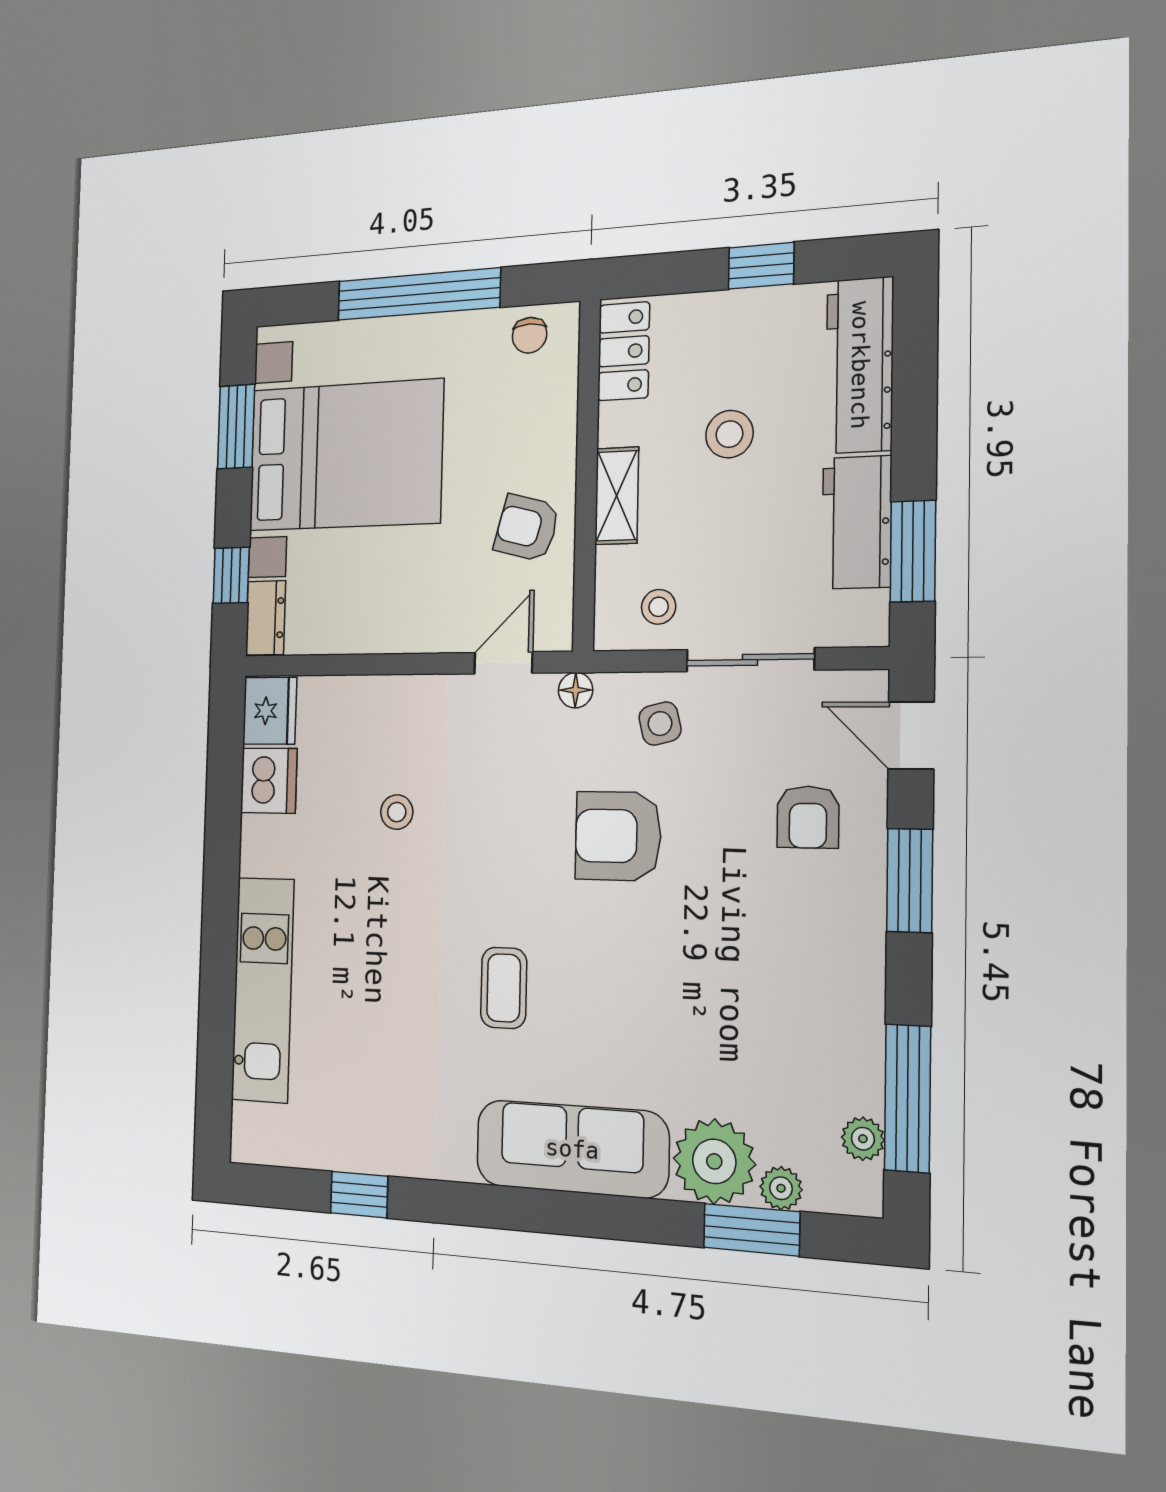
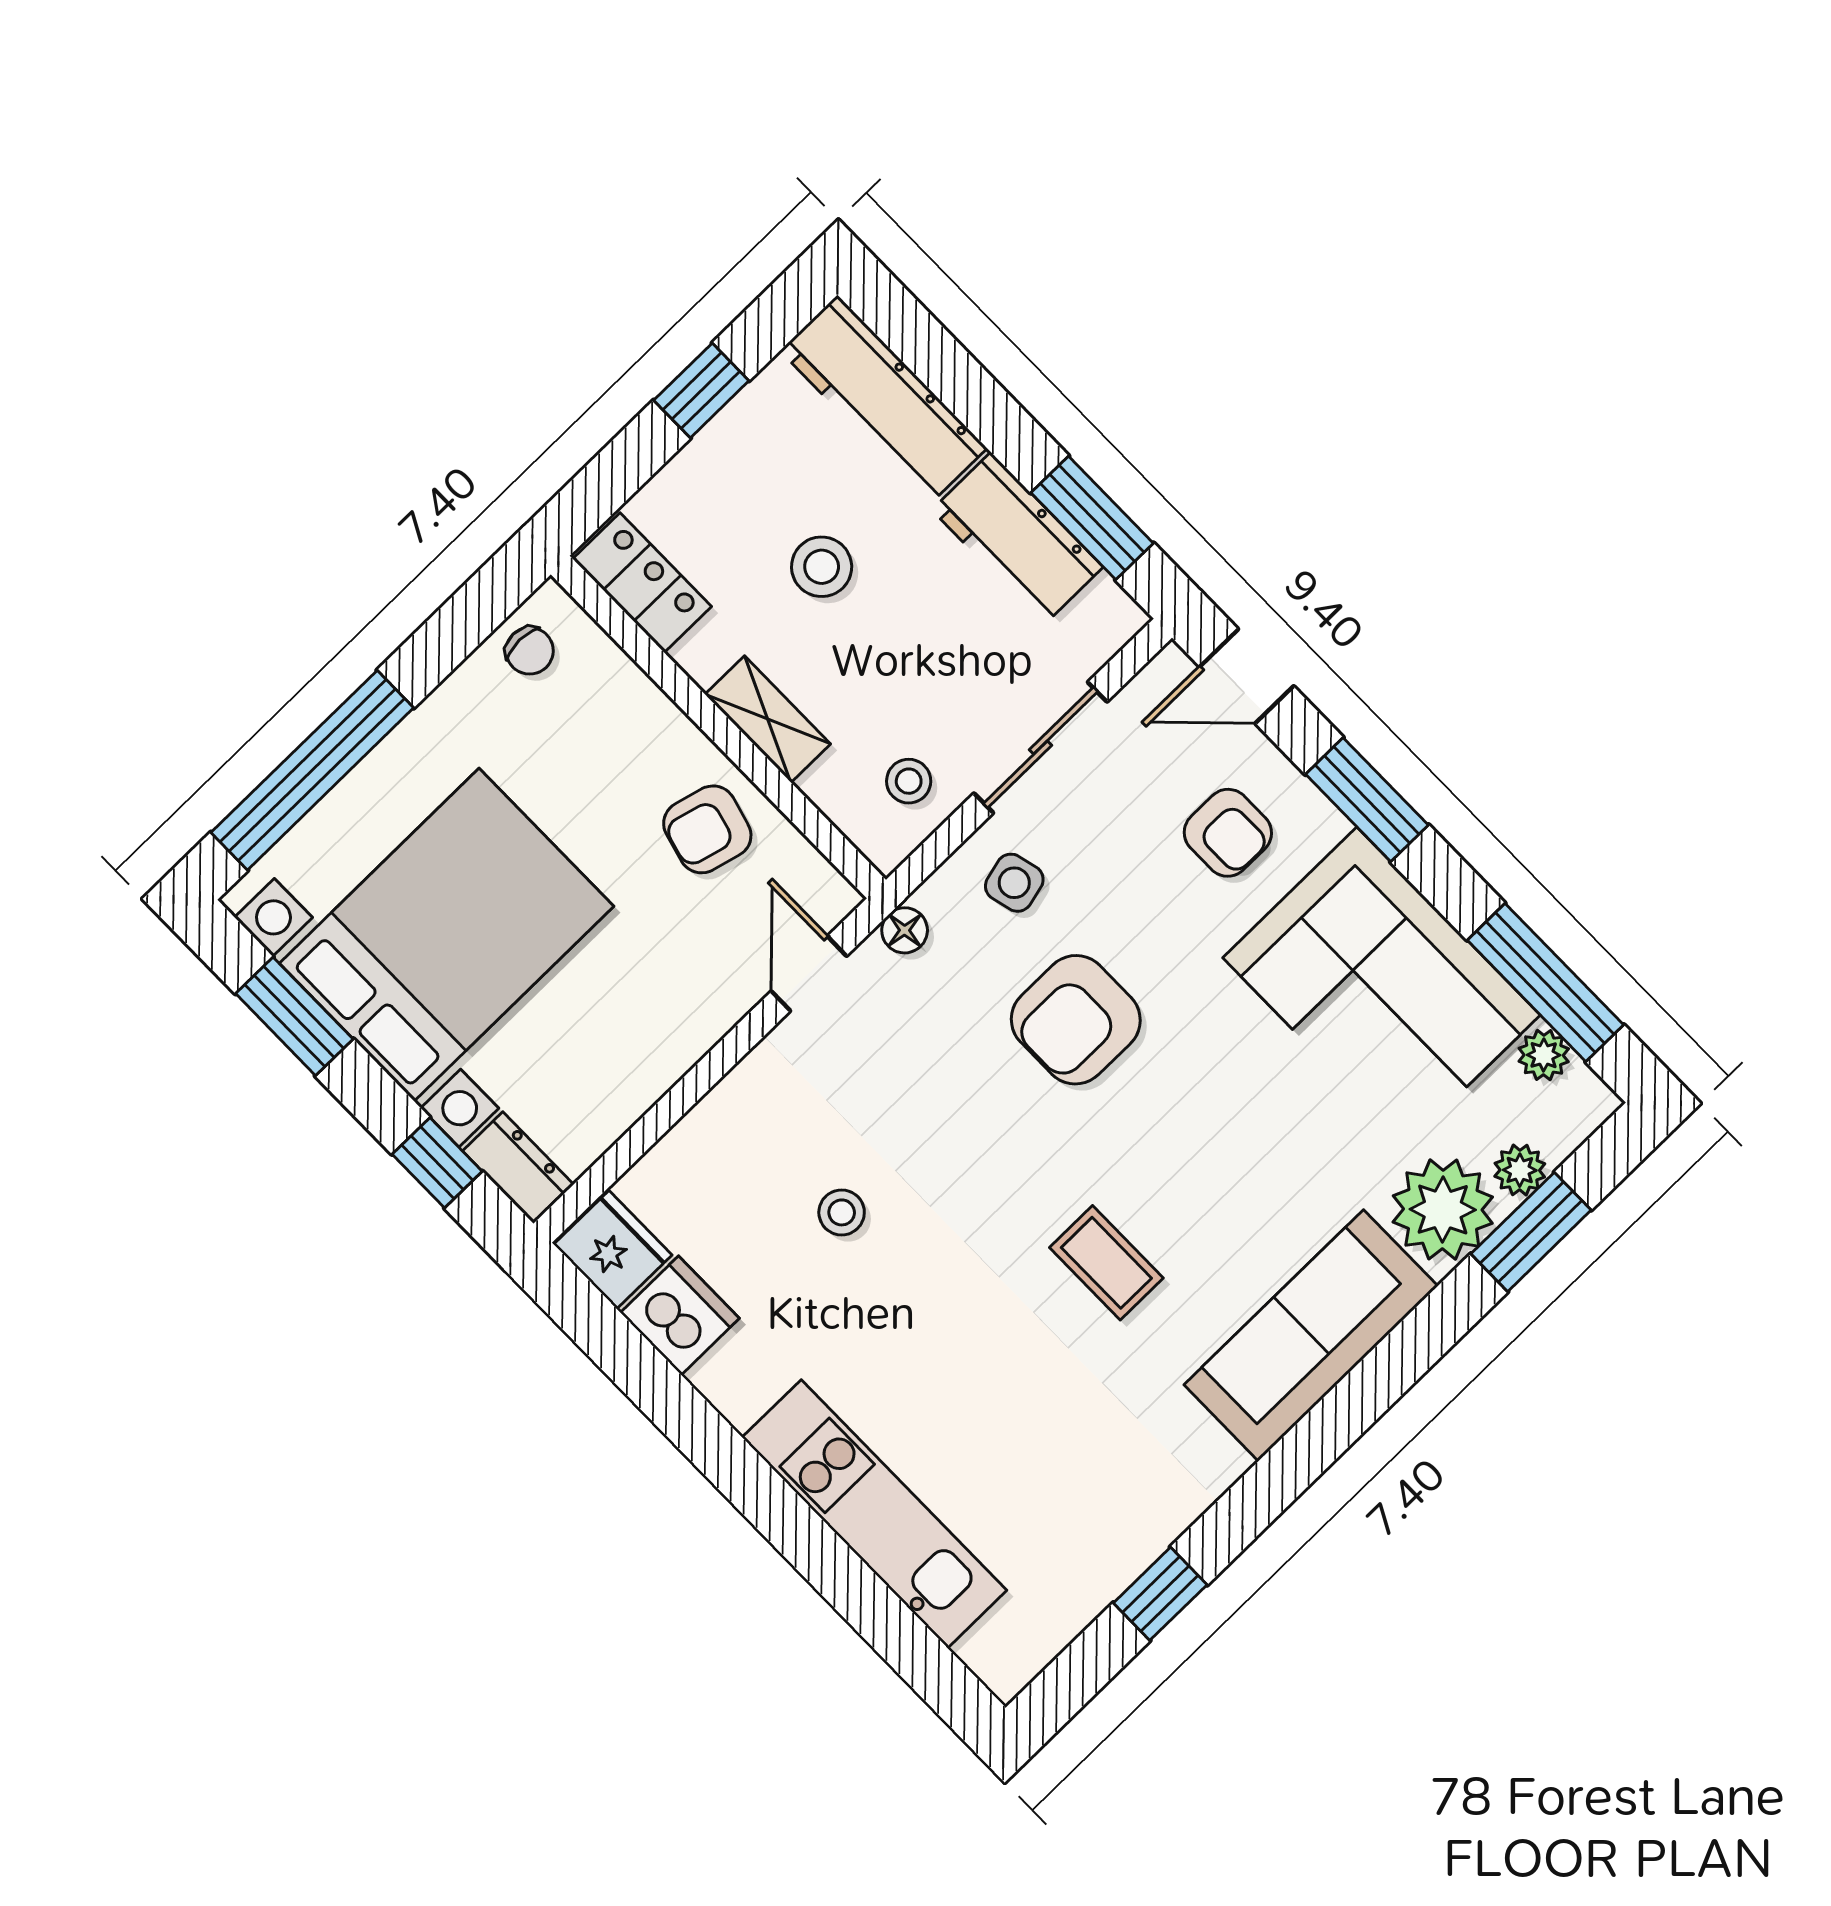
window: (418, 294) -> (312, 770), moved
corner sofa: (808, 998) -> (1382, 986), added

